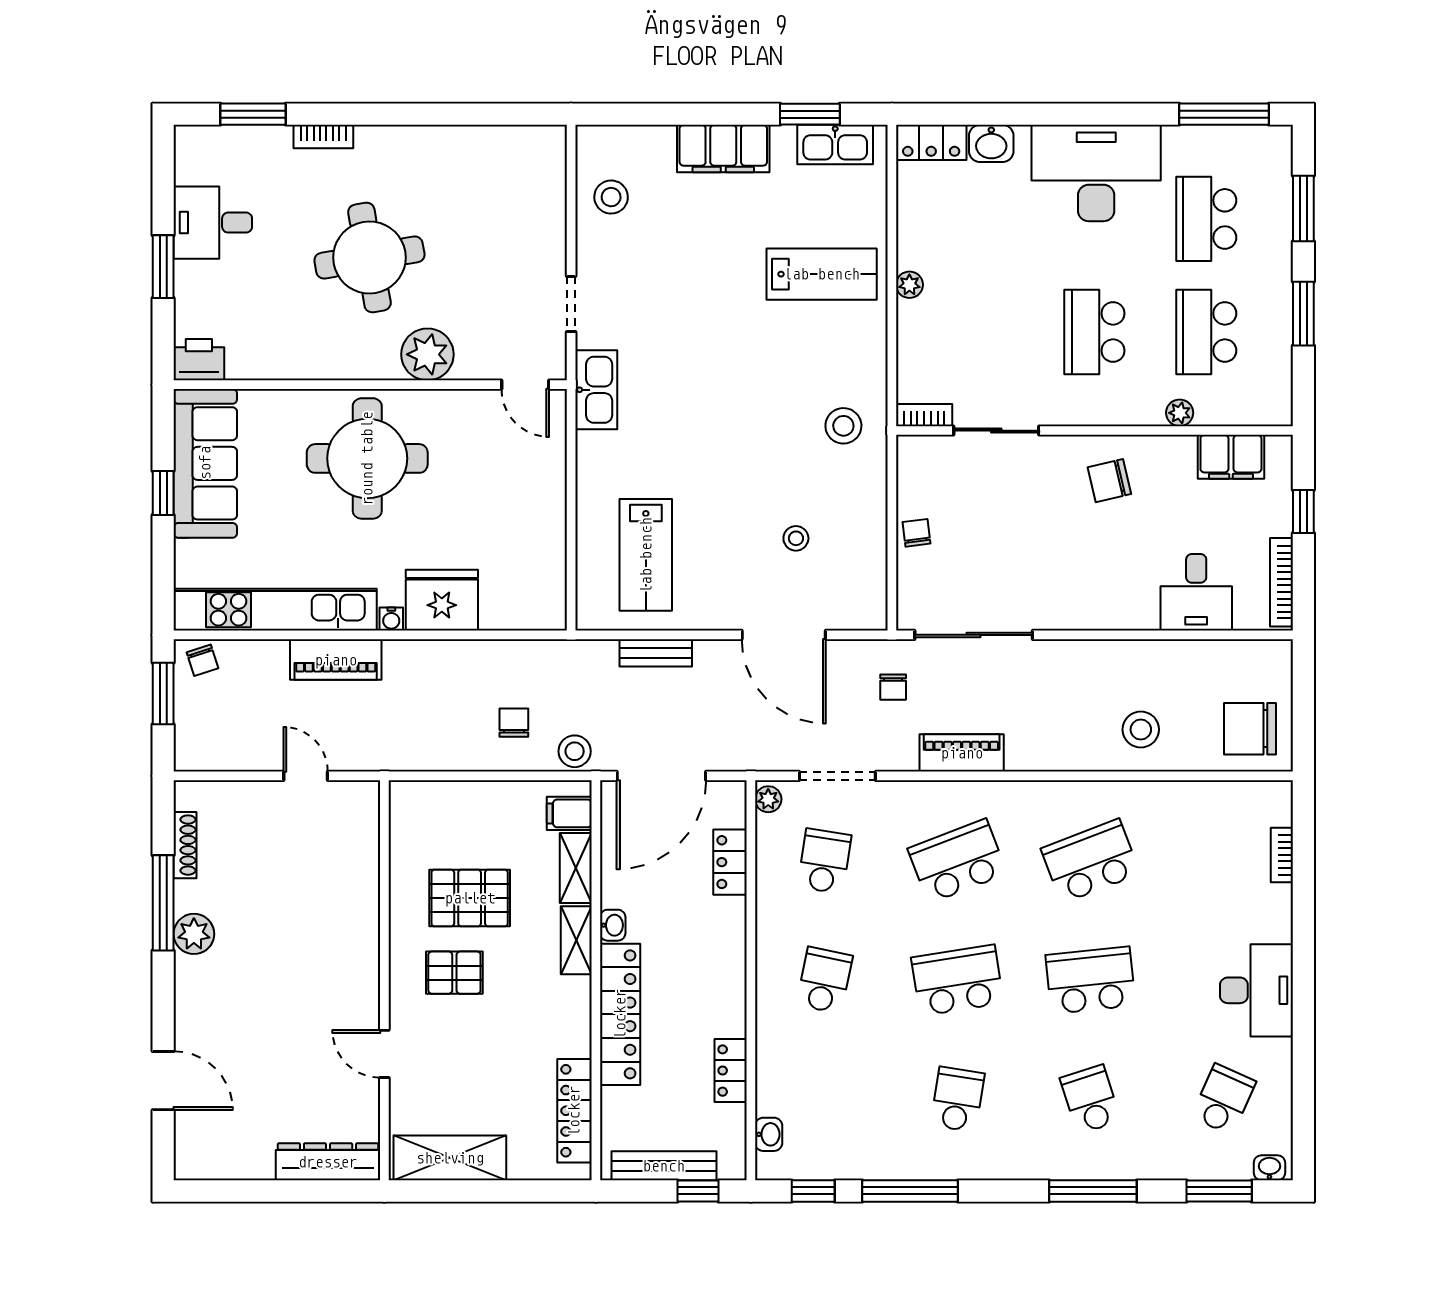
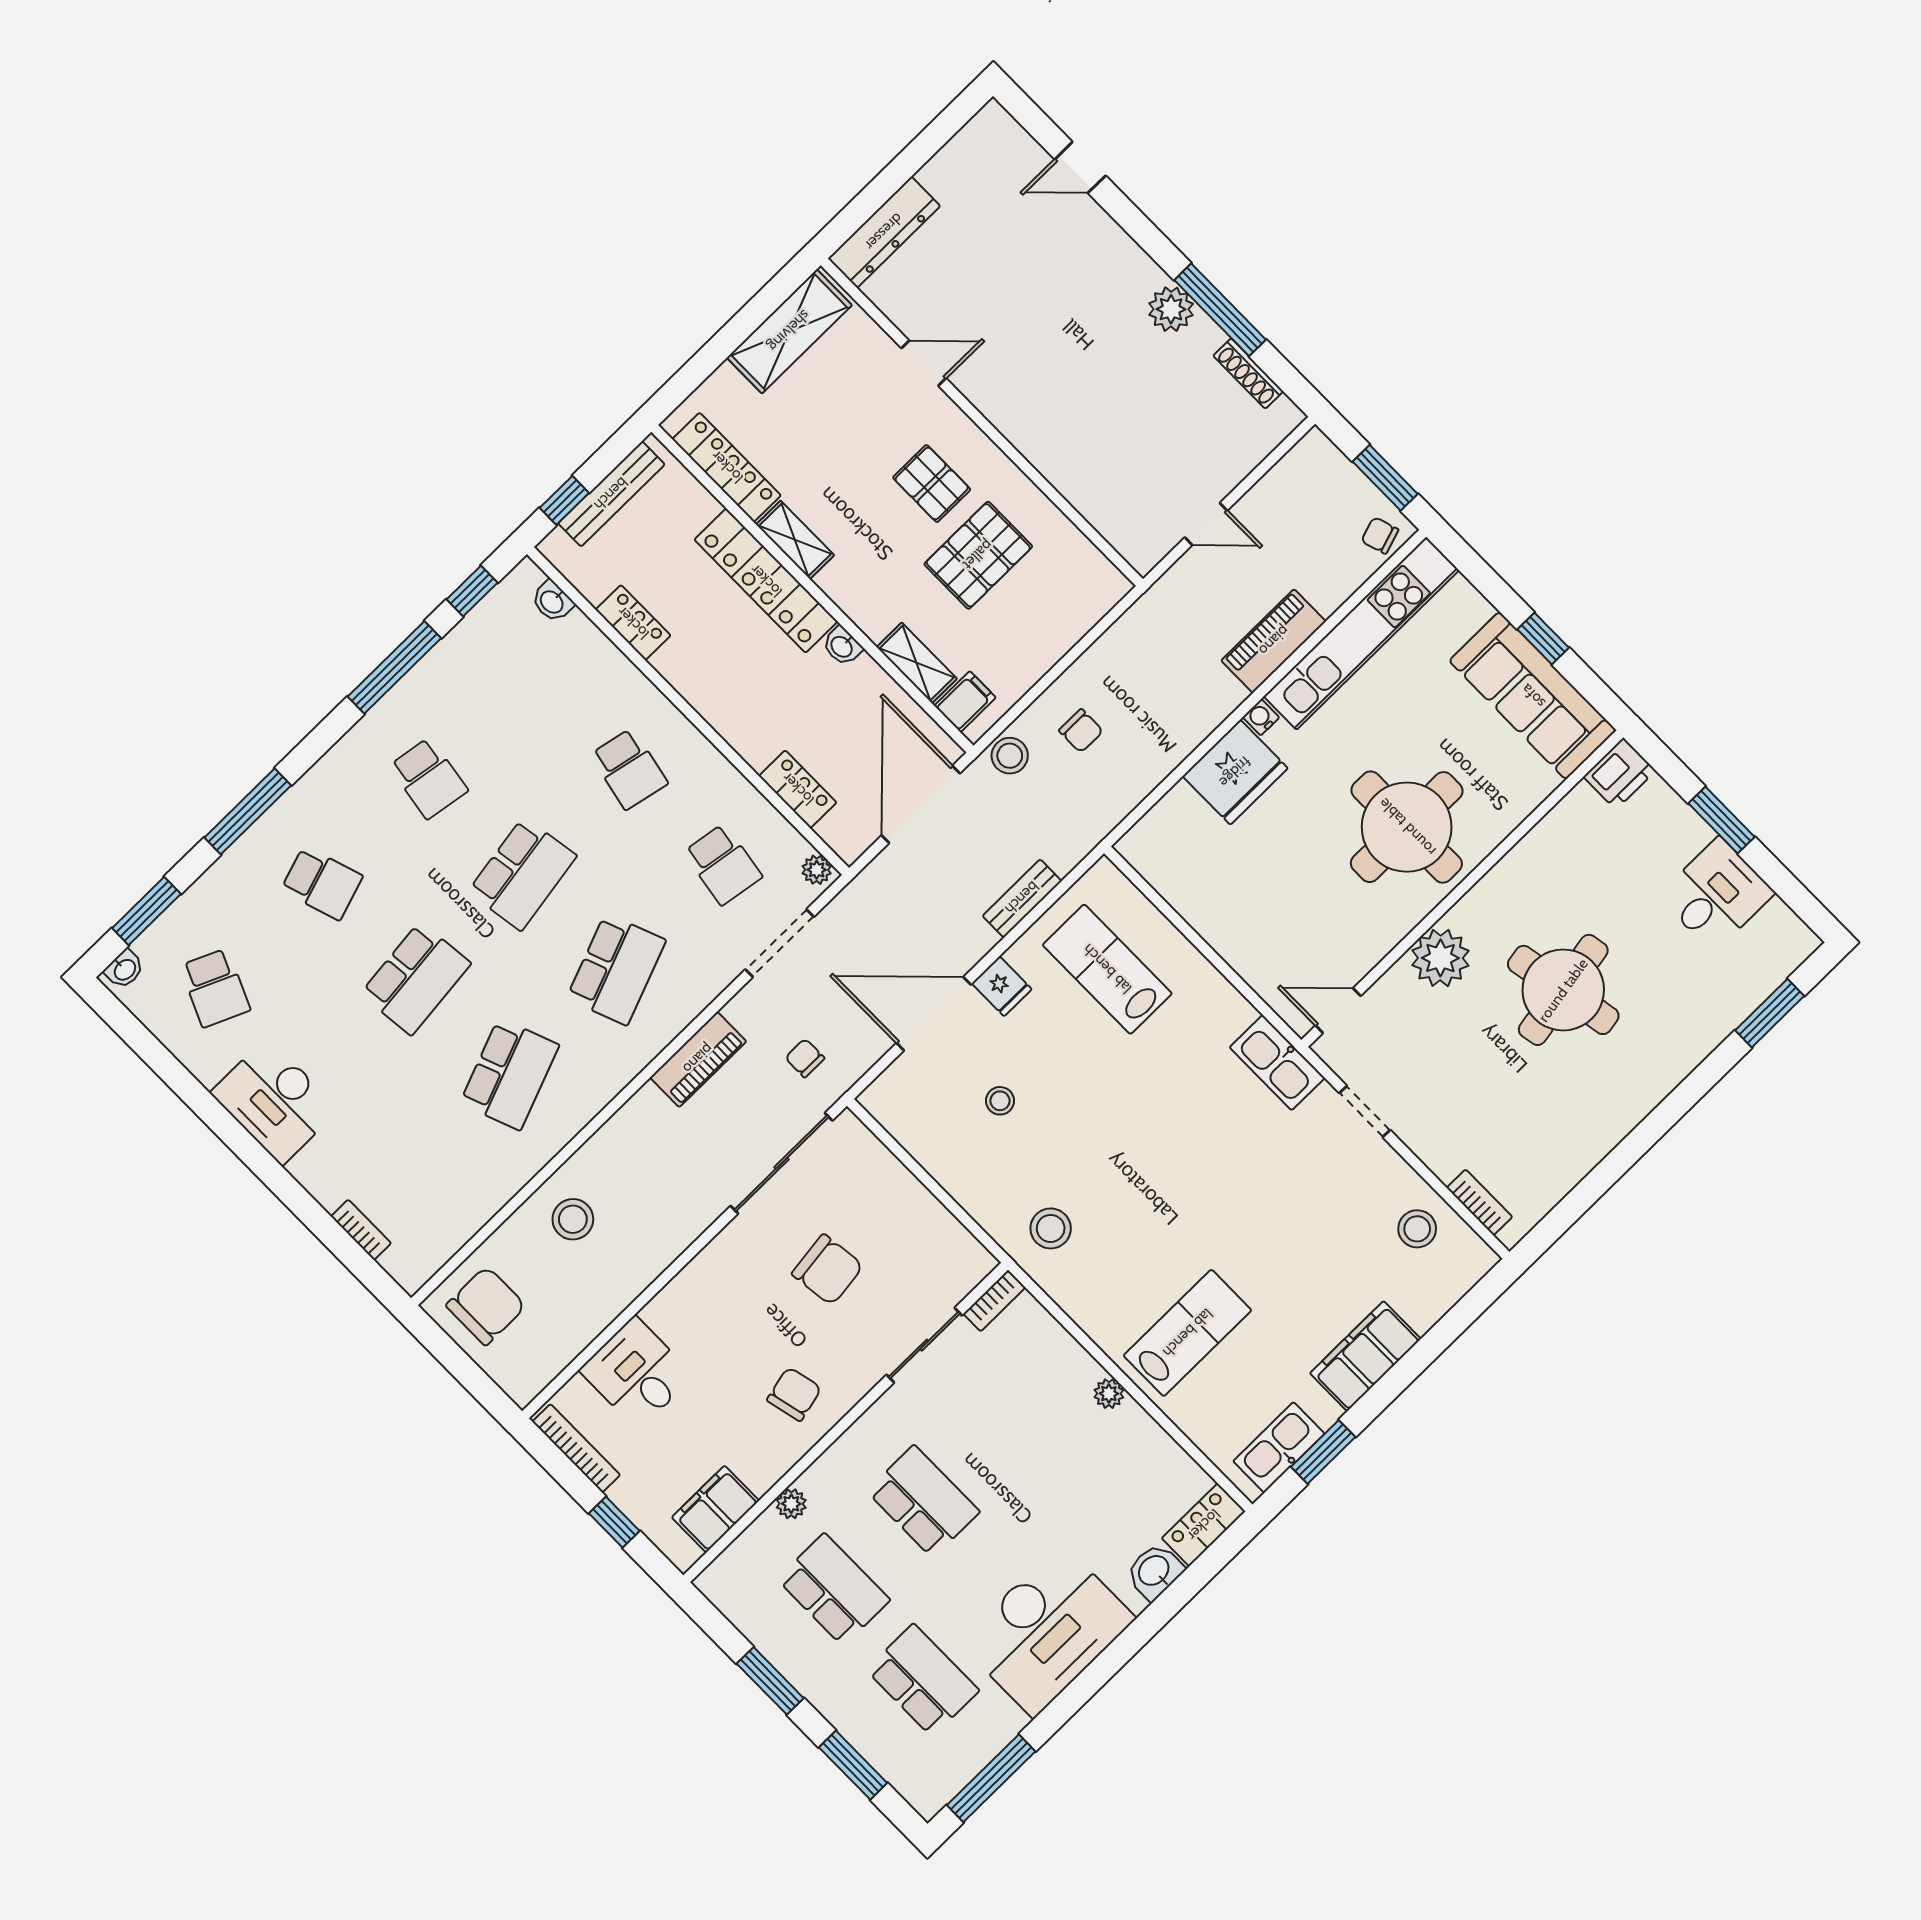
bookcase: (323, 137) -> (1480, 1202), moved, turned 90
lab bench: (822, 274) -> (1188, 1333), turned 180
chair: (916, 533) -> (828, 1270), moved, width x1.87, depth x1.87
fridge: (723, 610) -> (1002, 986), added
shelving: (576, 940) -> (795, 540), moved
pallet: (454, 973) -> (932, 484), turned 90
door: (163, 1081) -> (1080, 167), width x0.73

